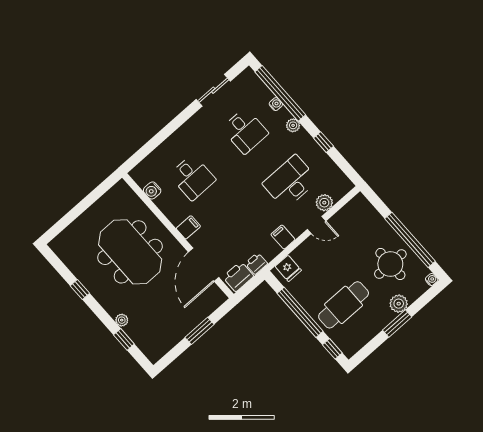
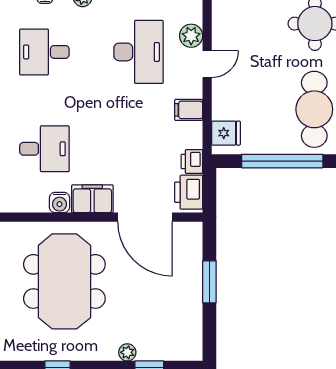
desk: (245, 131) -> (44, 52), turned 180
desk: (290, 182) -> (139, 52), turned 180
water cooler: (152, 190) -> (60, 203), moved
filing cabinet: (188, 227) -> (92, 199), width x2.00
meeting table: (130, 252) -> (64, 281), turned 90

